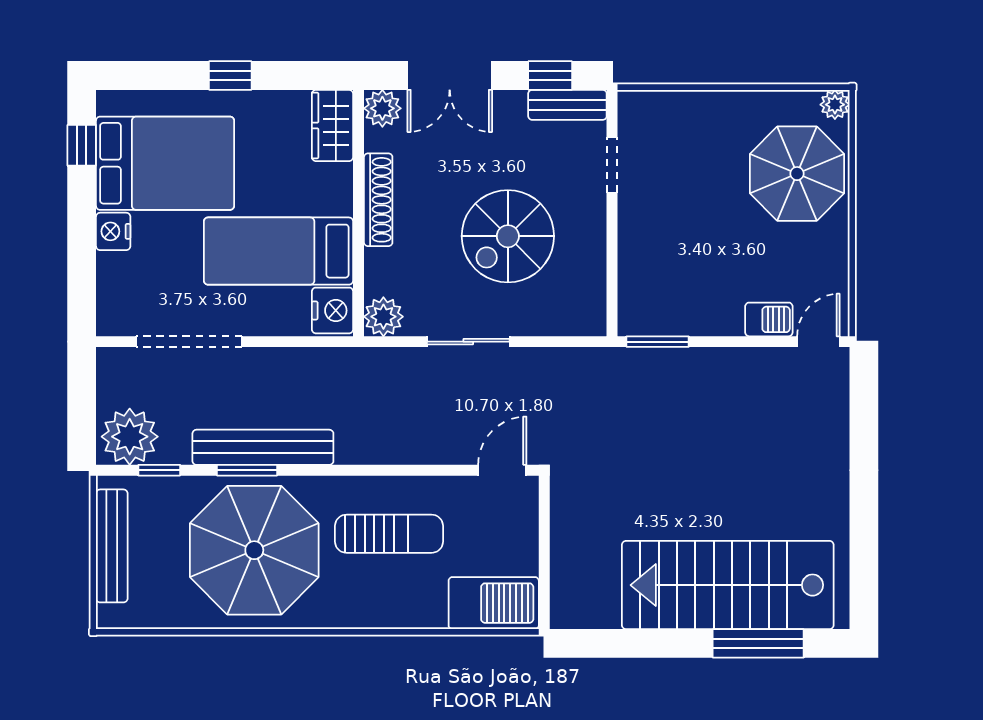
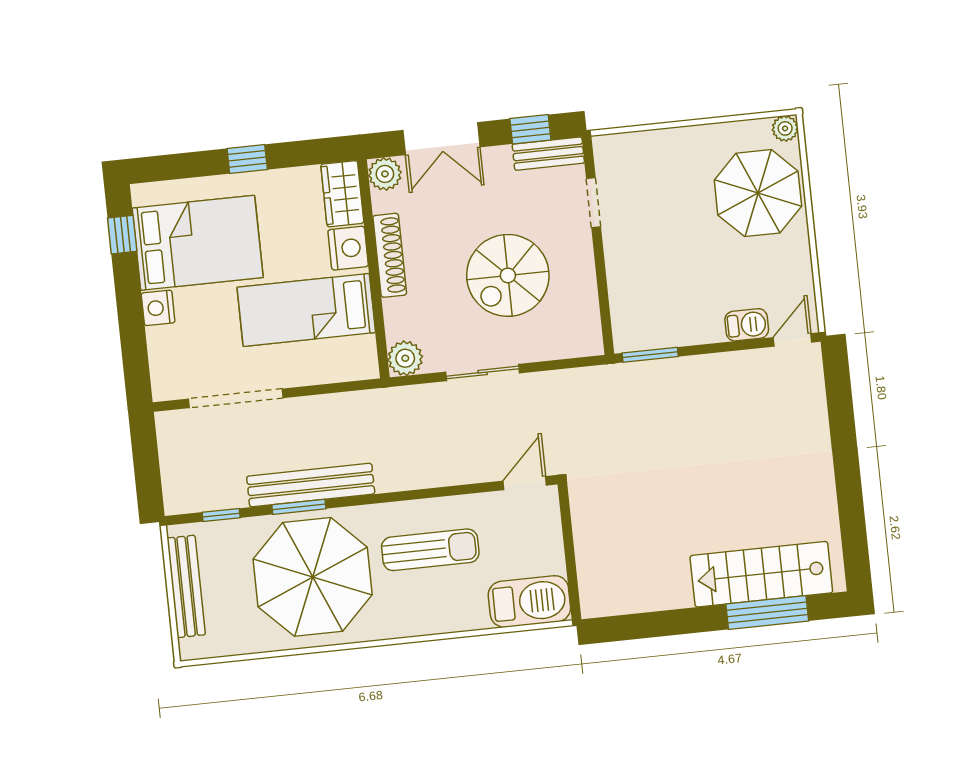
nightstand: (333, 310) -> (348, 248), moved
plant: (130, 437) -> (192, 488), removed
stairs: (728, 585) -> (761, 574), width x0.73, depth x0.66

